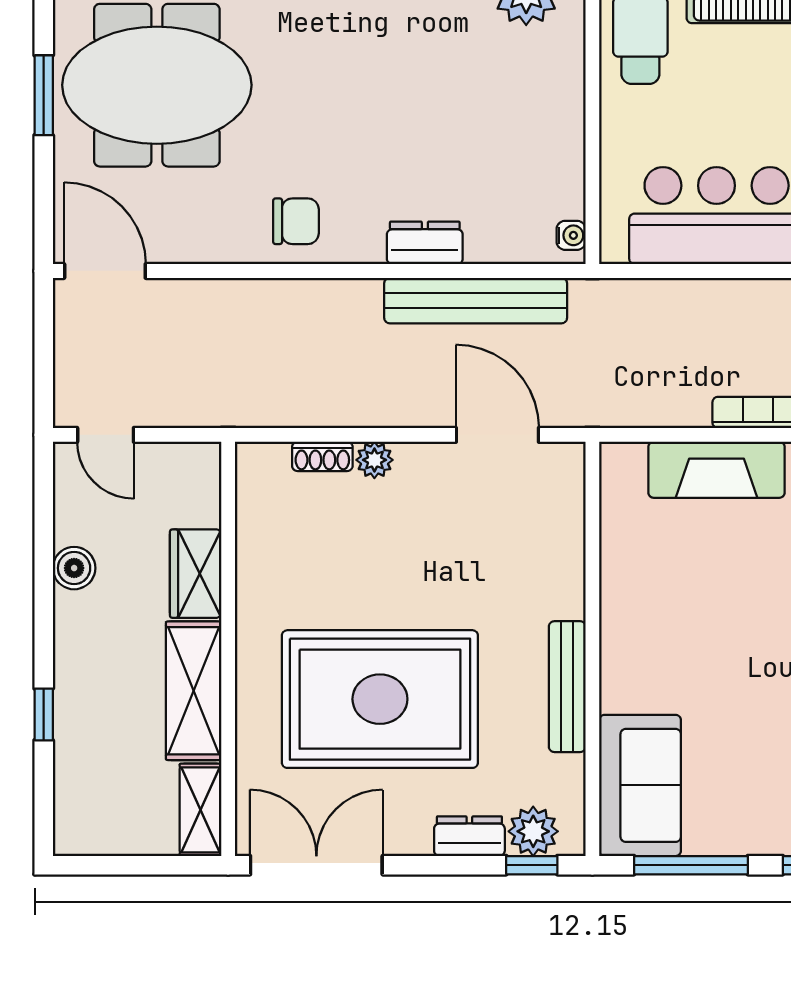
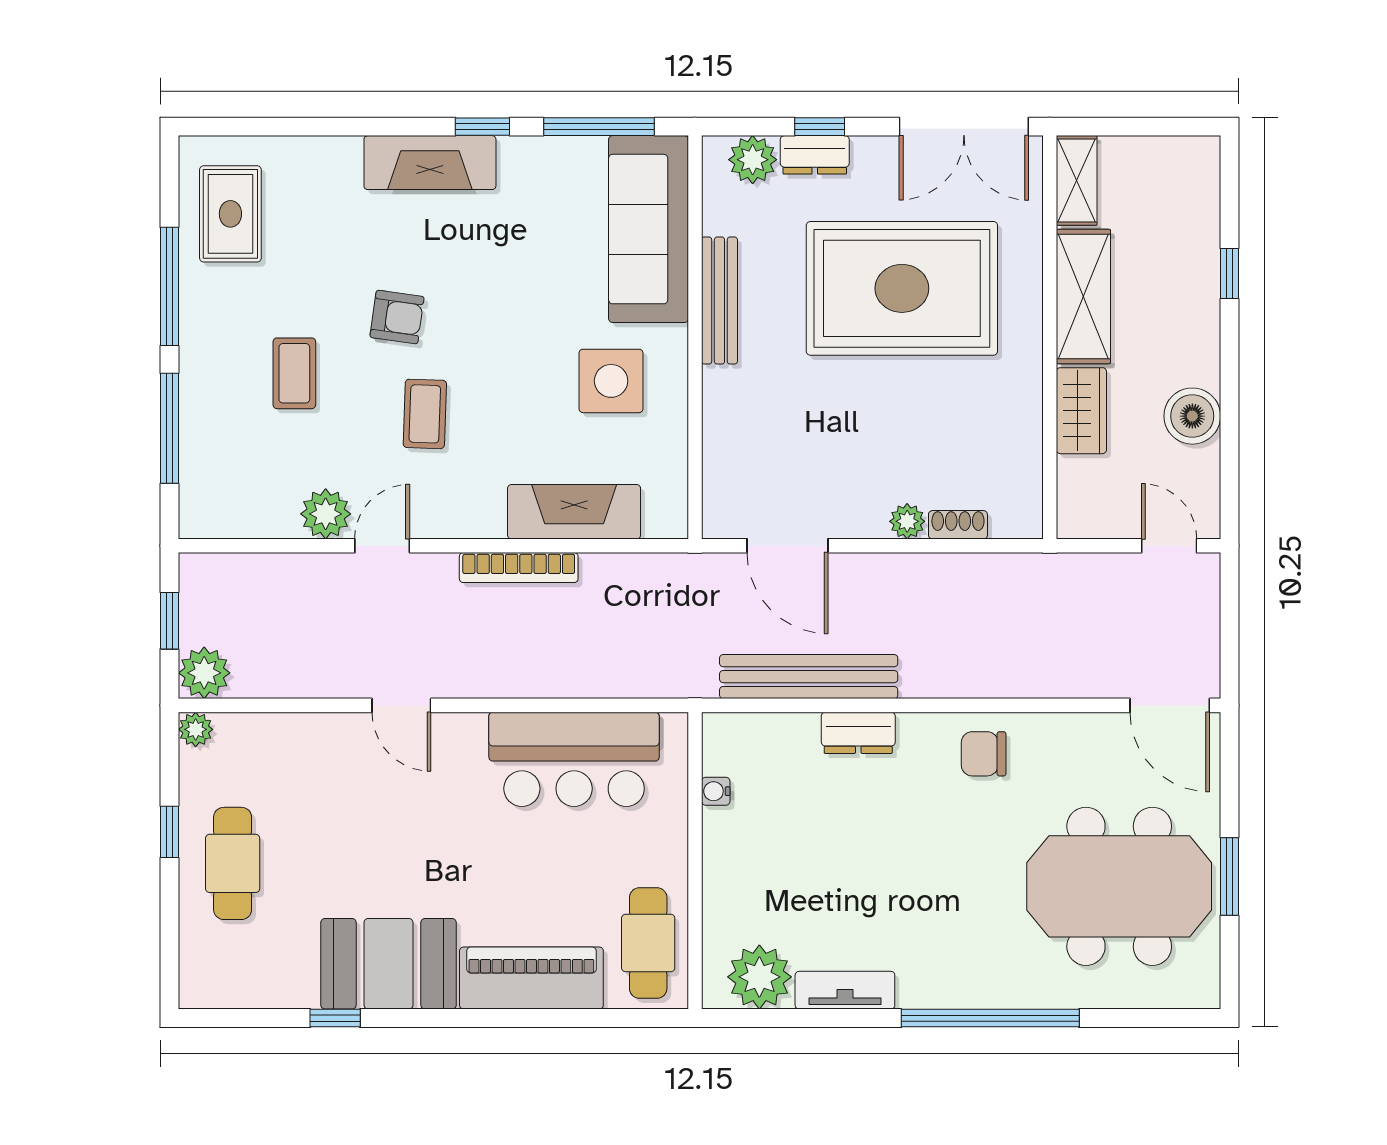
water cooler: (571, 235) -> (716, 791), moved
boiler: (74, 568) -> (1192, 416), width x1.36, depth x1.36
side table: (679, 604) -> (611, 381), added
sofa: (640, 785) -> (649, 229), width x1.36
window: (532, 865) -> (820, 127), moved

